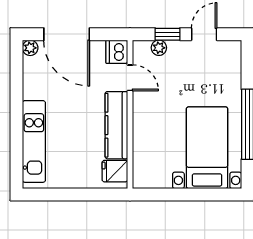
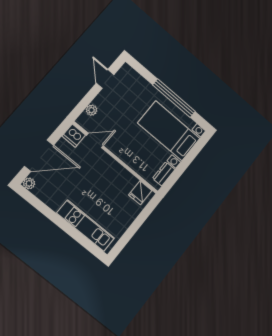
window: (168, 34) -> (88, 99), removed
kitchen counter: (116, 125) -> (115, 170), removed
dresser: (156, 180) -> (164, 174), added

